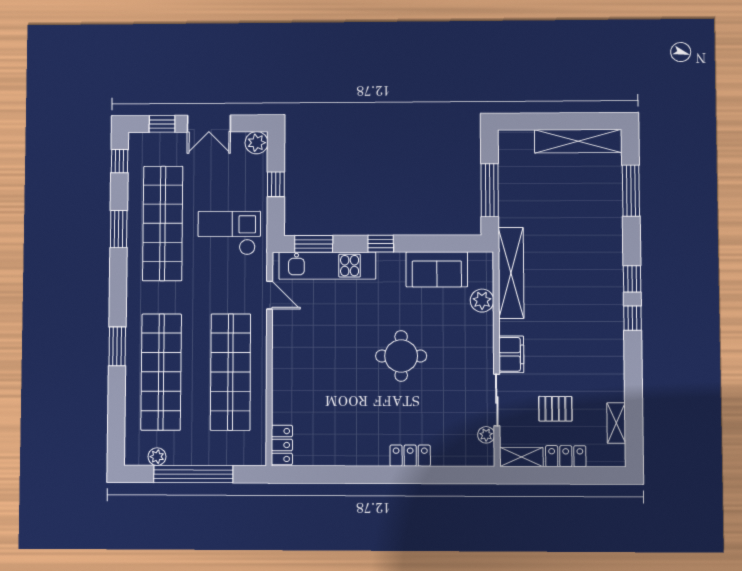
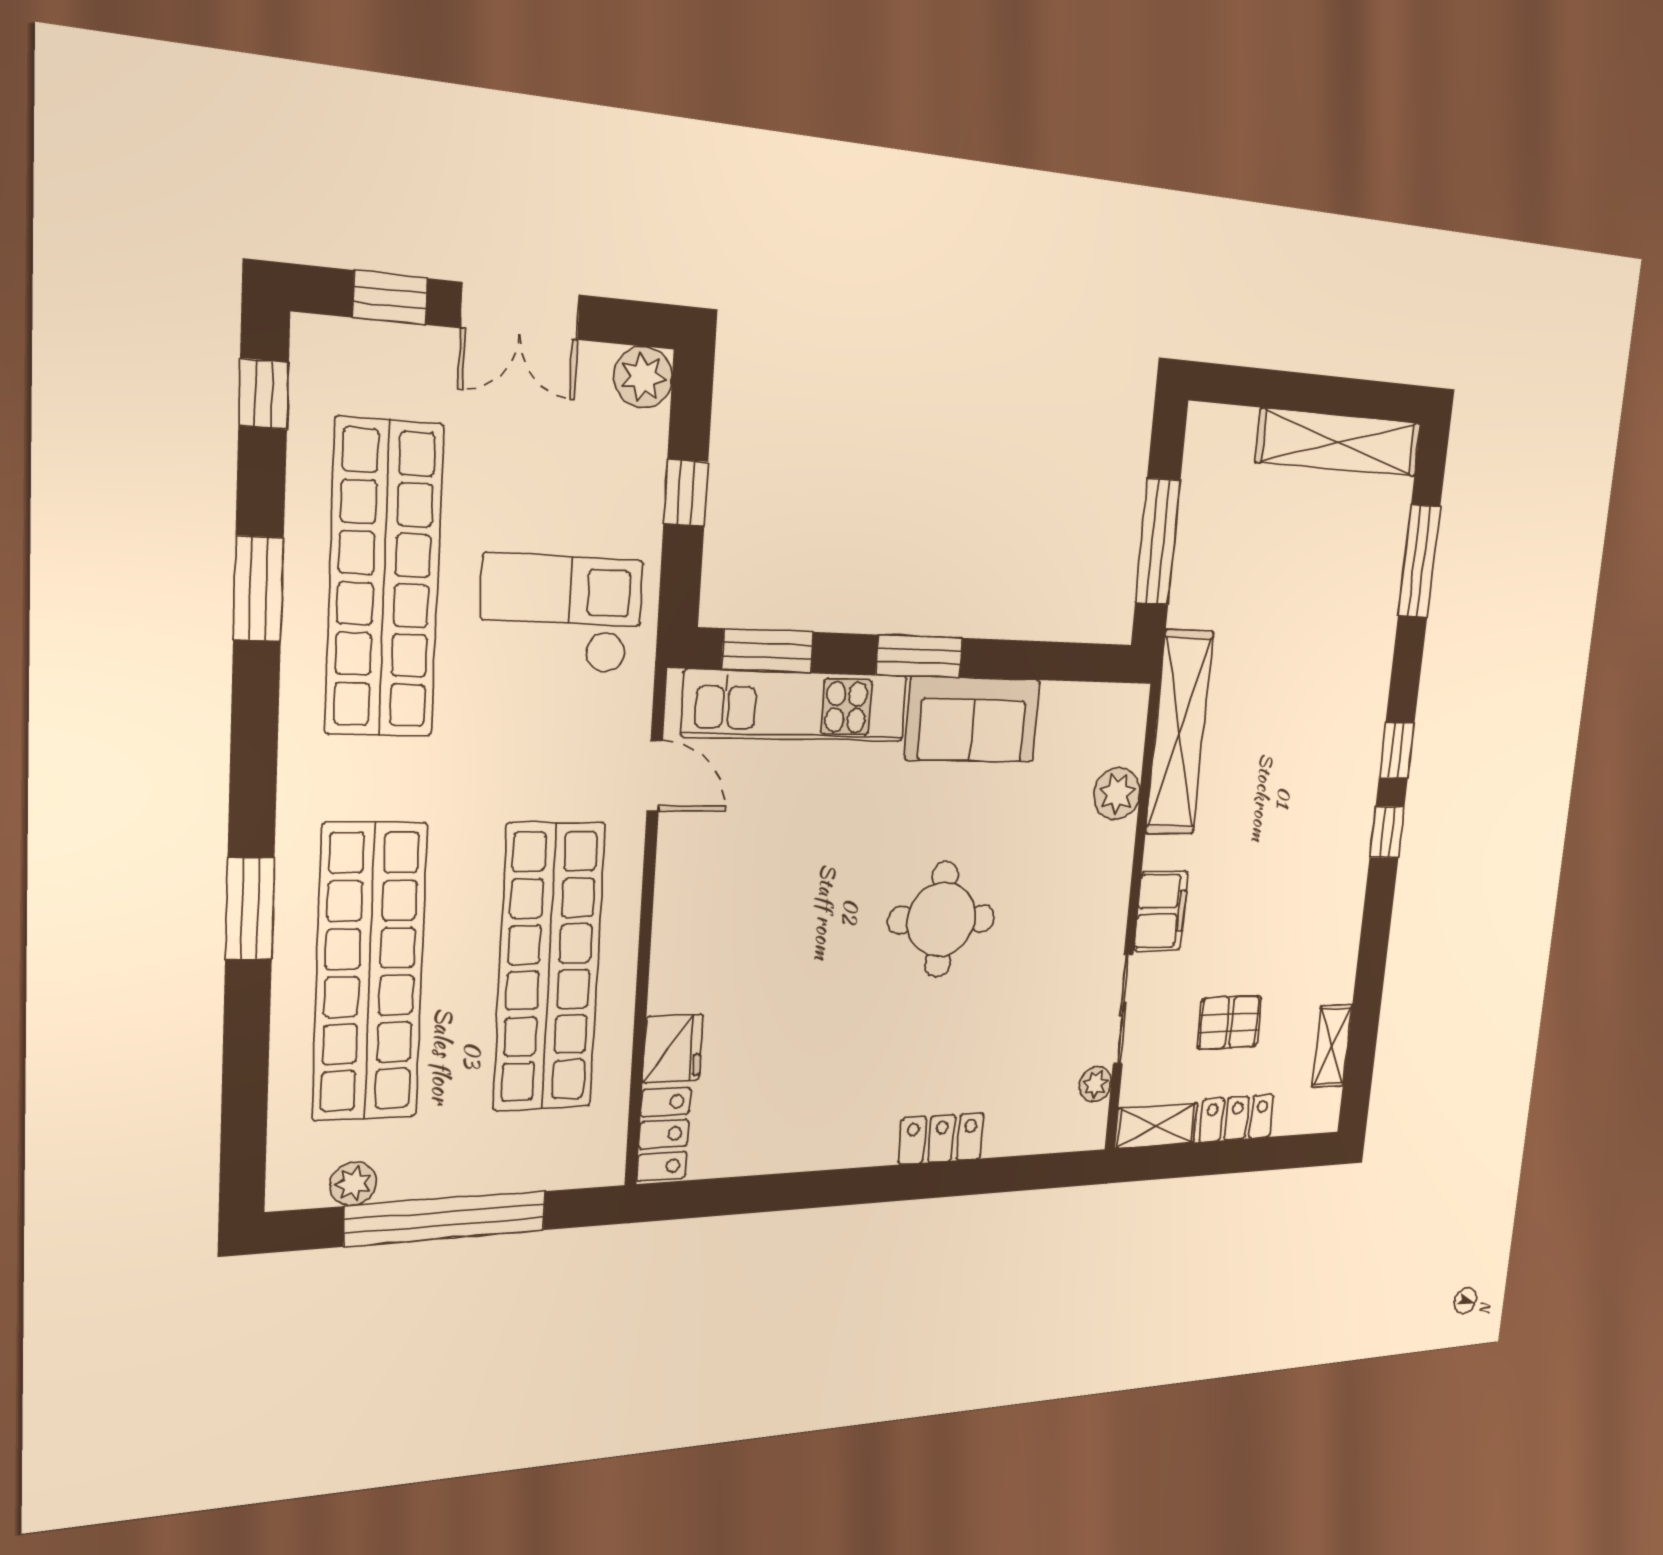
window: (381, 244) -> (919, 656), width x1.50
sofa: (437, 269) -> (973, 720), moved
fridge: (284, 408) -> (673, 1048), added

